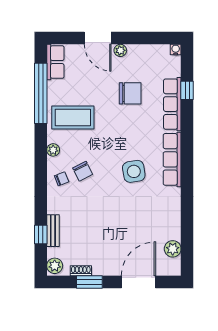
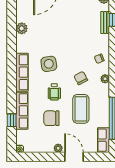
coffee table: (73, 117) -> (81, 109), moved, turned 90
wheelchair: (126, 131) -> (54, 92), added
chair: (83, 171) -> (81, 78), moved
plant: (173, 249) -> (22, 28), moved

